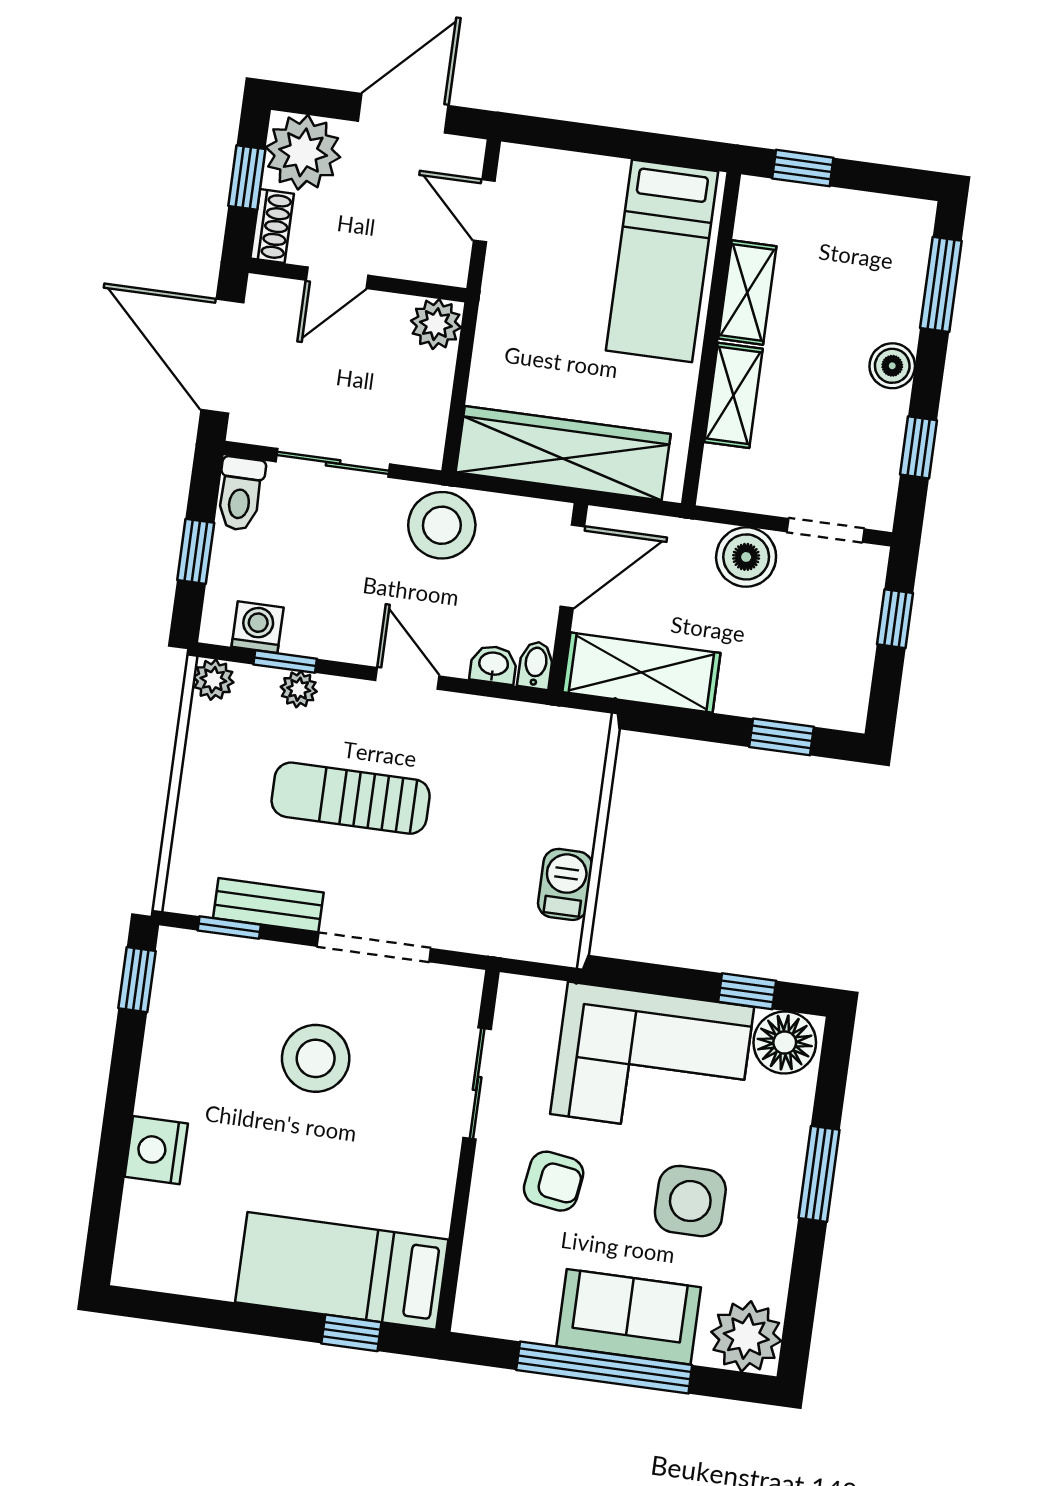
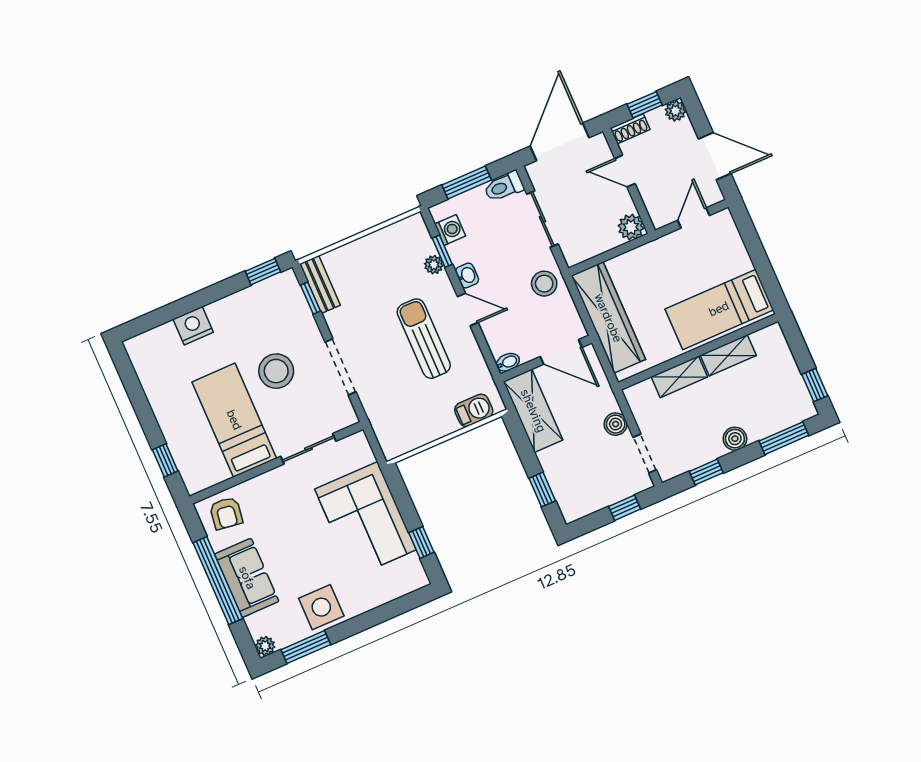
plant: (303, 152) -> (675, 111), width x0.53, depth x0.53
window: (803, 168) -> (815, 385), moved
stool: (442, 525) -> (544, 284), width x0.73, depth x0.73
window: (196, 551) -> (467, 182), width x1.50
boiler: (746, 557) -> (616, 424), width x0.73, depth x0.73
washbasin: (493, 665) -> (467, 276), moved
door: (407, 678) -> (468, 309), hinge flipped
plant: (213, 680) -> (415, 225), removed
sun lounger: (351, 798) -> (424, 339), moved
barbecue: (565, 884) -> (474, 410), moved
bench: (268, 905) -> (320, 284), moved
floor lamp: (785, 1043) -> (409, 573), removed
window: (819, 1174) -> (306, 647), moved
armchair: (554, 1181) -> (226, 513), moved
side table: (690, 1201) -> (321, 607), moved
bed: (342, 1271) -> (234, 420), moved
plant: (746, 1336) -> (265, 646), width x0.53, depth x0.53

